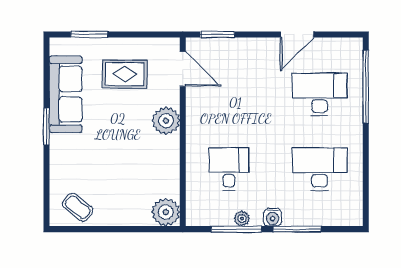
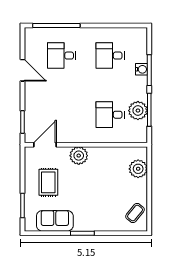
sofa: (66, 94) -> (55, 221), width x0.73
desk: (320, 94) -> (62, 56), width x0.73
desk: (320, 169) -> (110, 56), width x0.73
plant: (166, 212) -> (138, 169), moved
water cooler: (273, 217) -> (141, 69), moved
plant: (242, 218) -> (138, 111), width x1.88, depth x1.88

